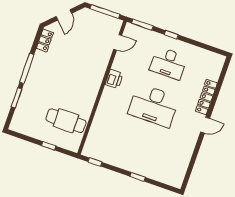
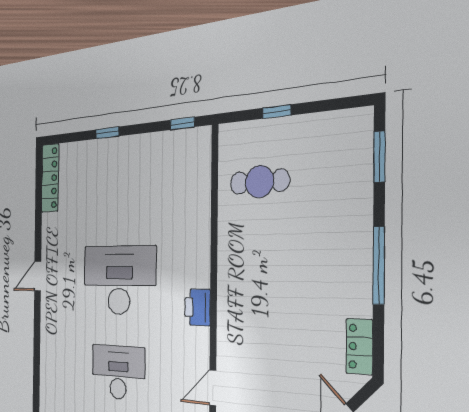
locker: (206, 97) -> (50, 178), moved
window: (17, 98) -> (379, 157), moved
cafe table: (66, 121) -> (260, 182), width x0.73, depth x0.74

